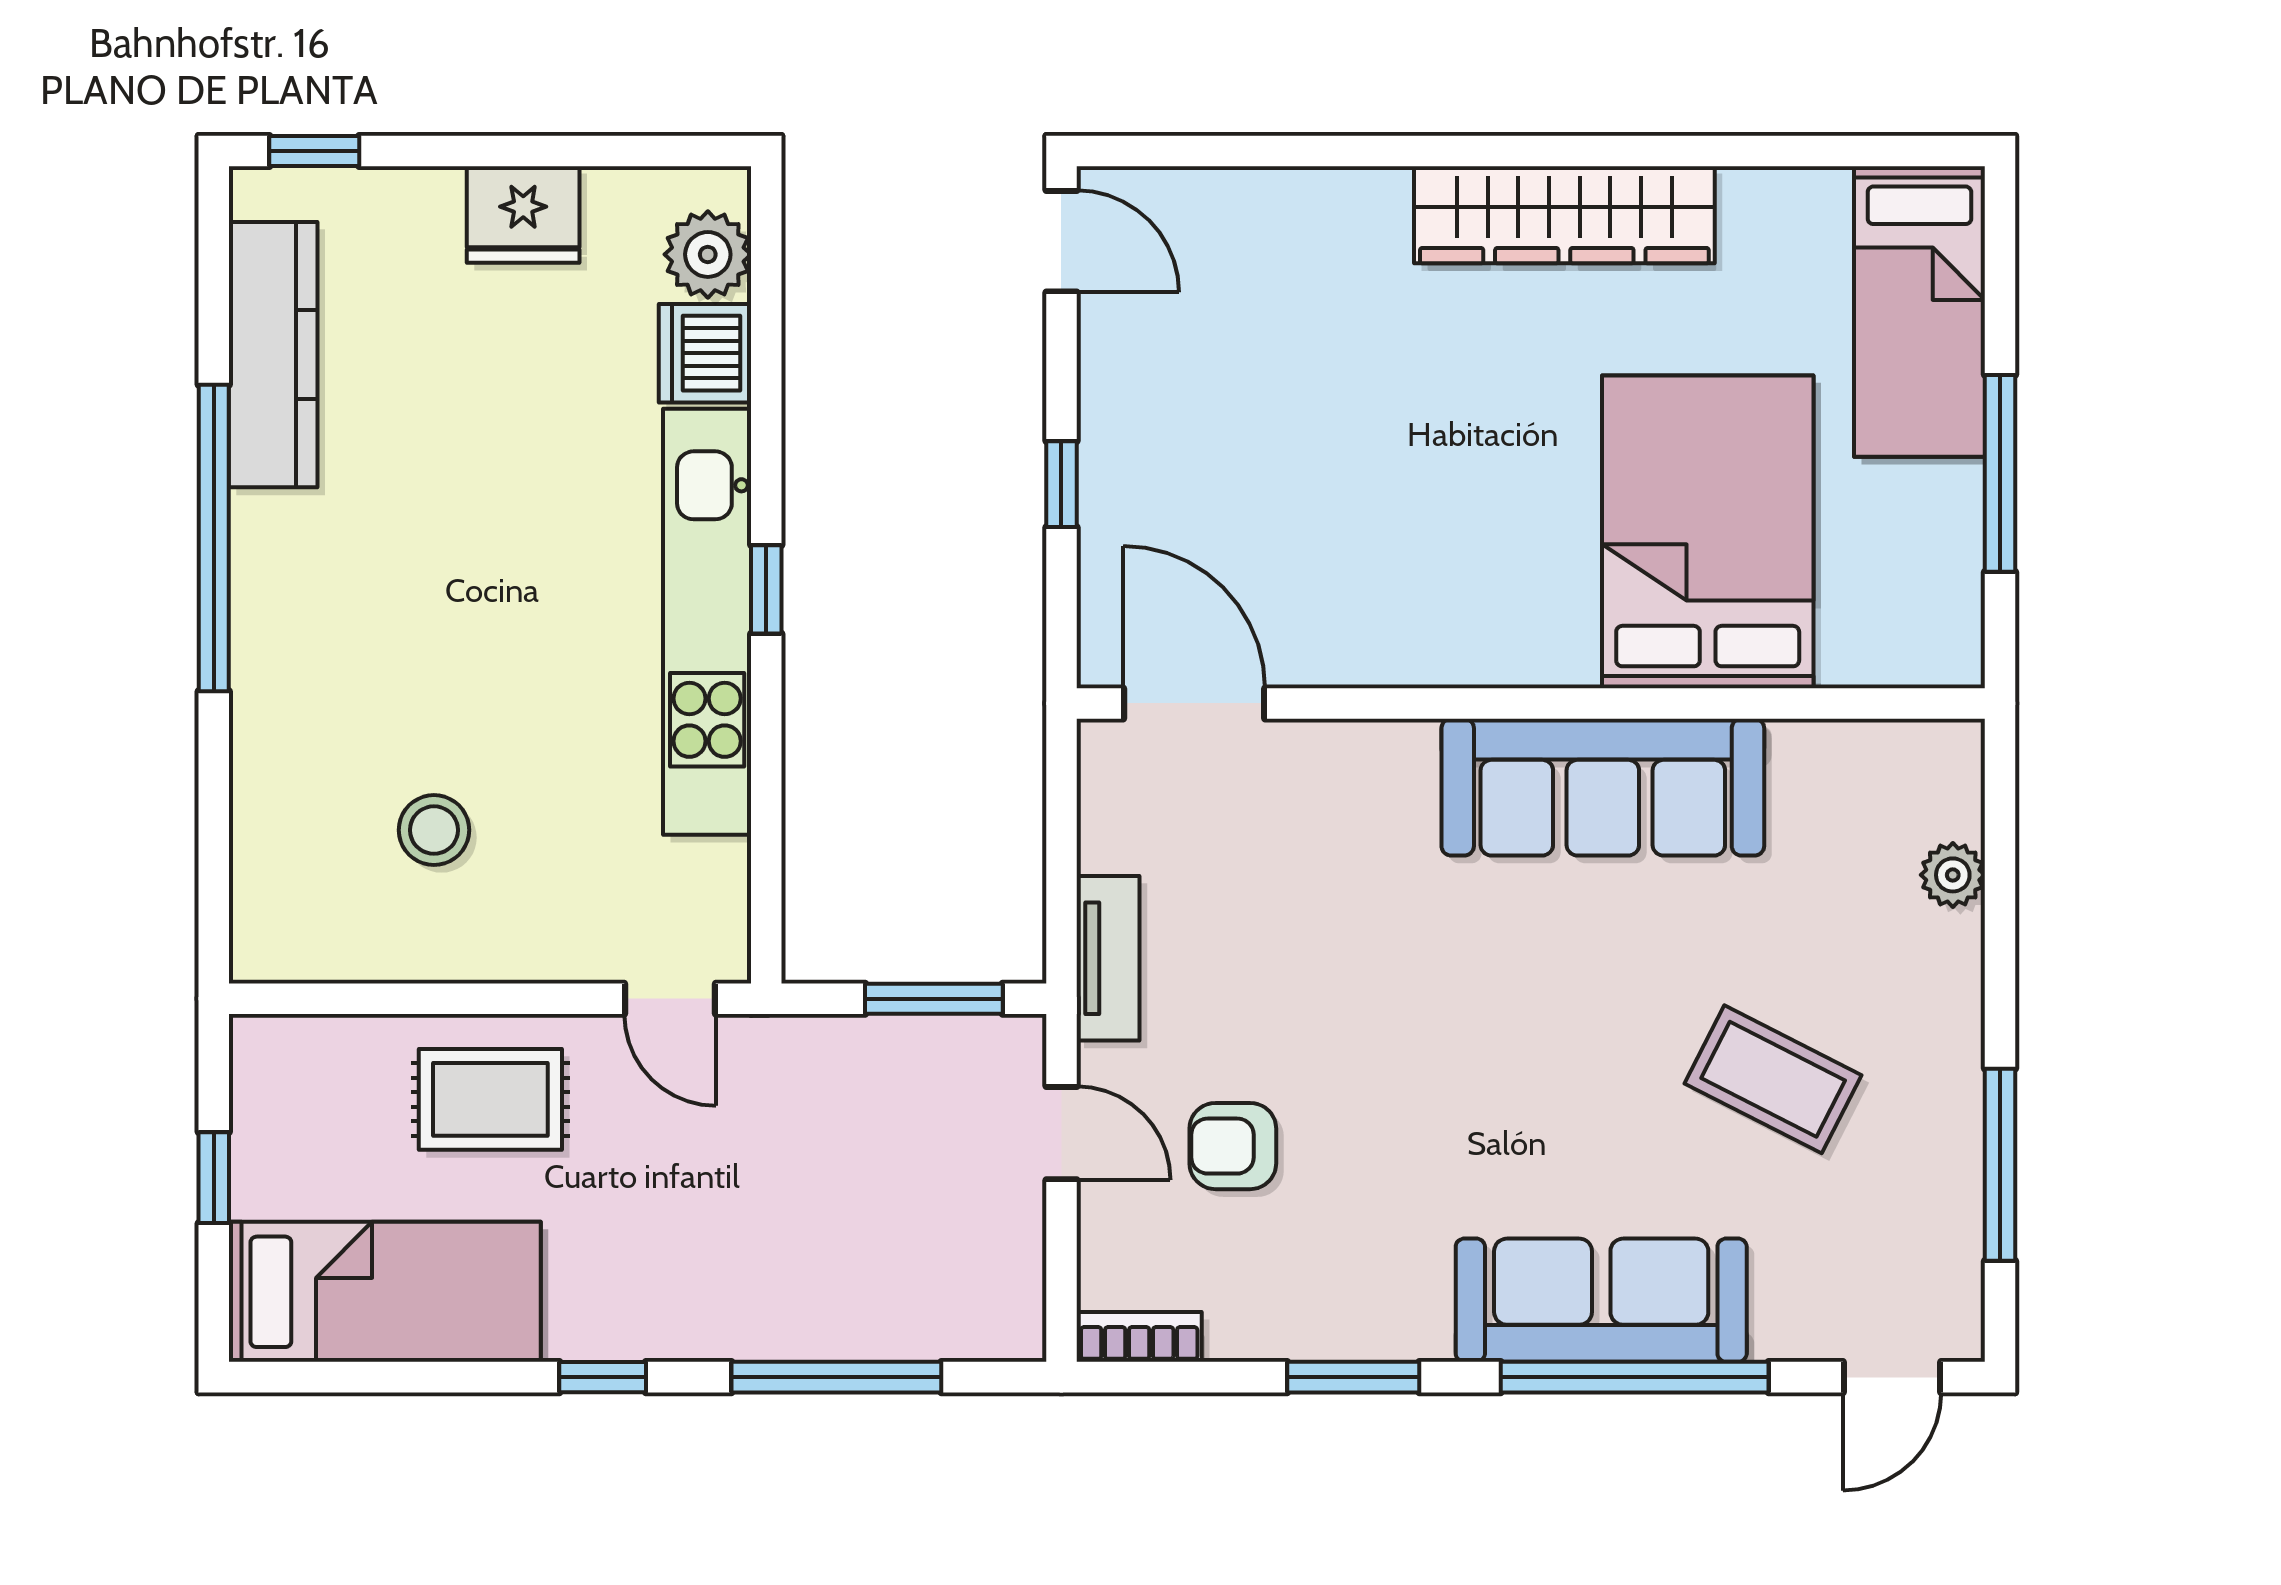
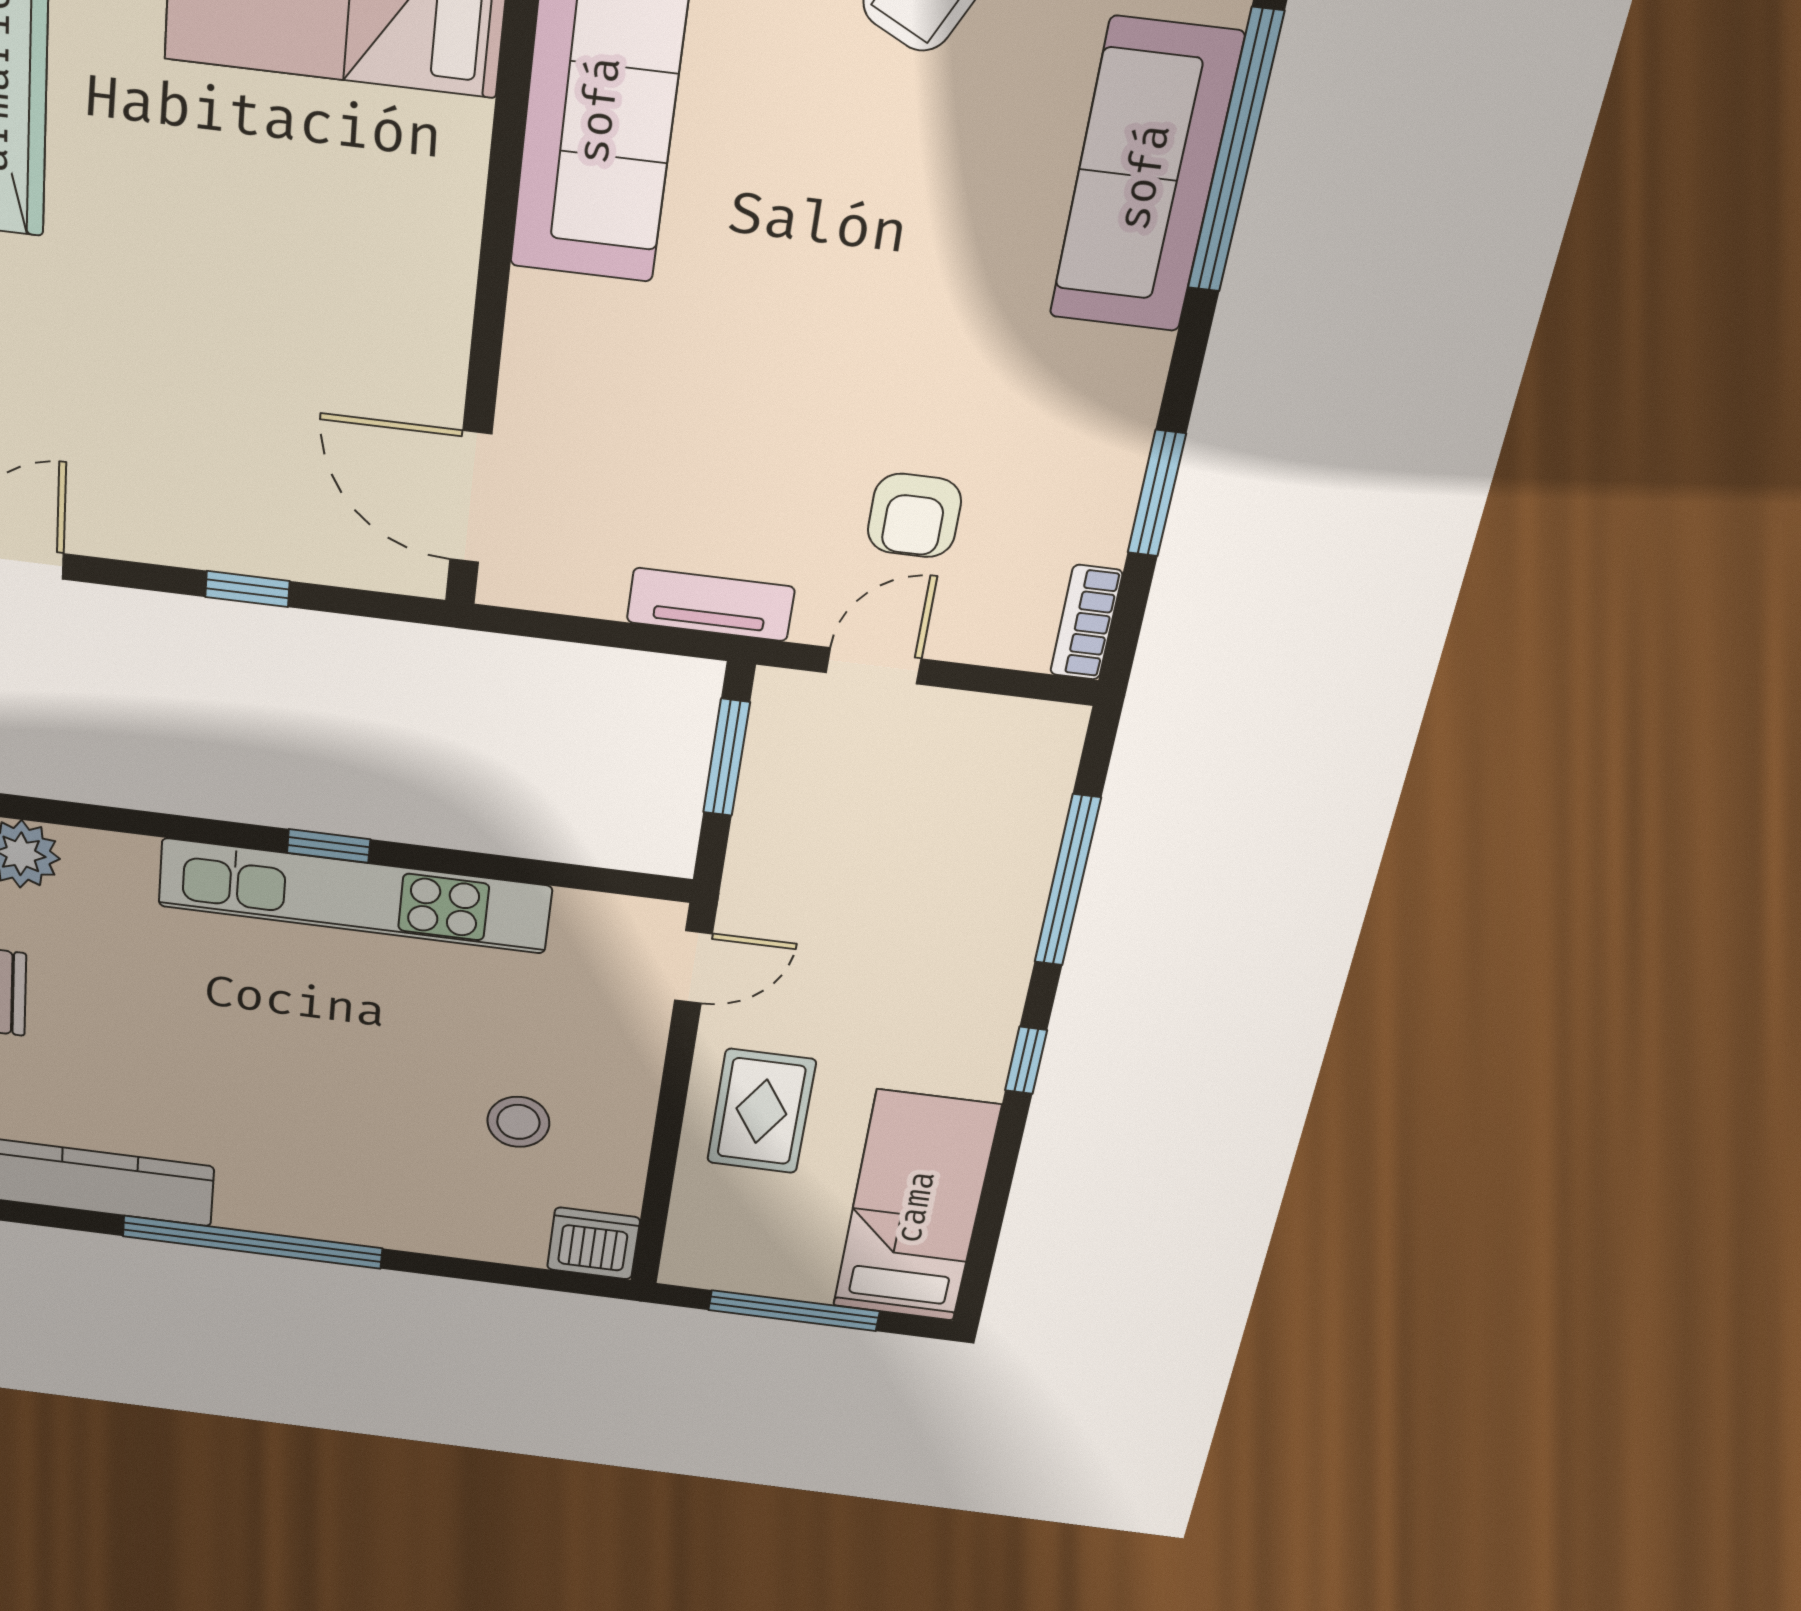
dishwasher: (705, 353) -> (593, 1243), moved, turned 180
door: (1194, 703) -> (471, 497), hinge flipped
window: (214, 1178) -> (794, 1311), width x2.17
window: (1353, 1377) -> (1157, 493), moved

